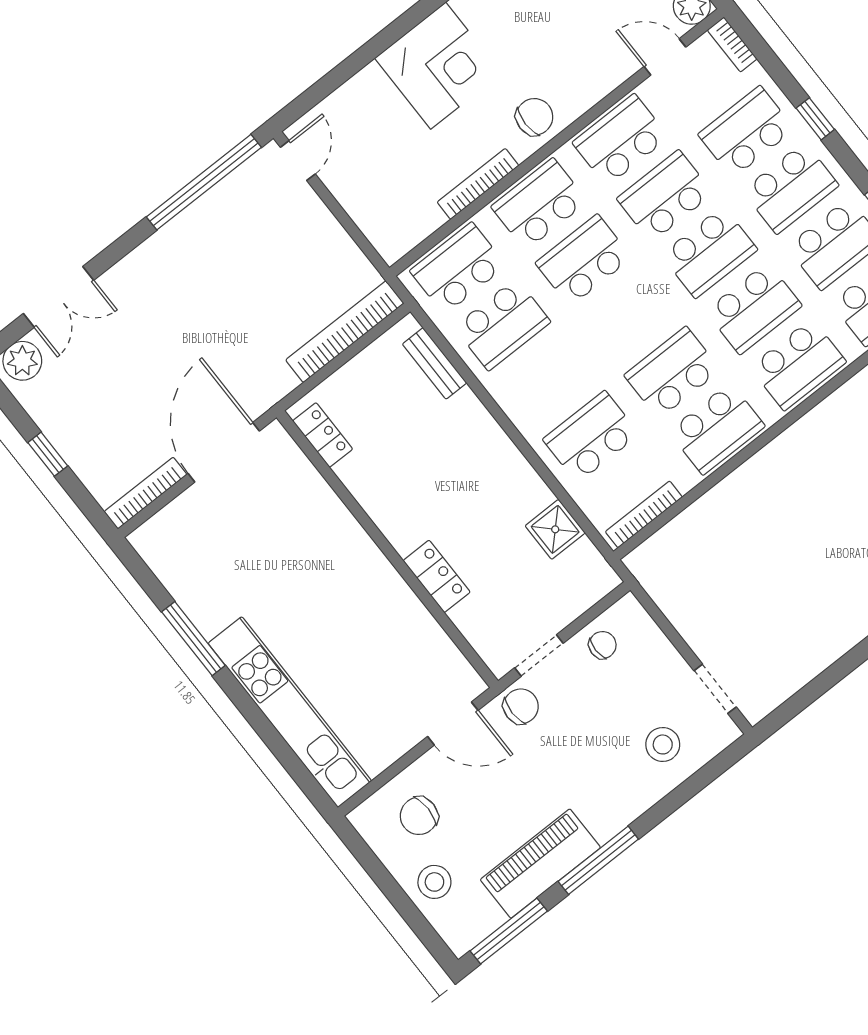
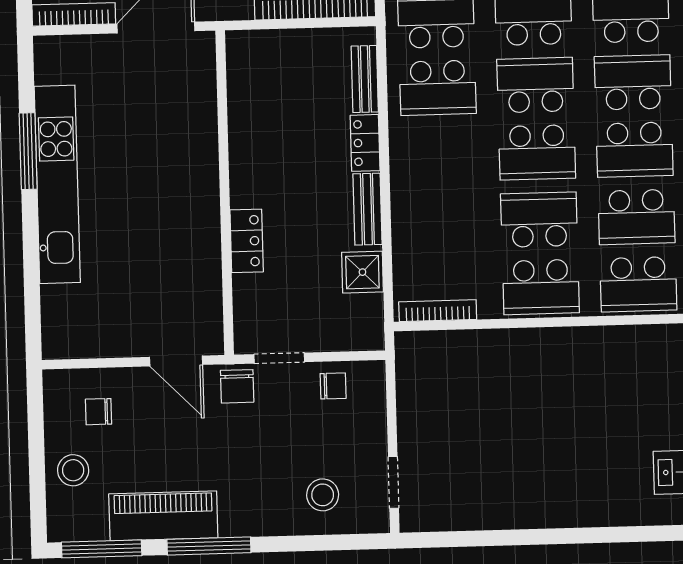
locker: (323, 435) -> (365, 143), moved, turned 180
school desk: (591, 437) -> (537, 152), moved, turned 180
bench: (519, 473) -> (367, 209), added
chair: (521, 706) -> (237, 386), turned 90
kitchen unit: (290, 712) -> (57, 184), moved
chair: (419, 816) -> (99, 412), width x0.73, depth x0.73

